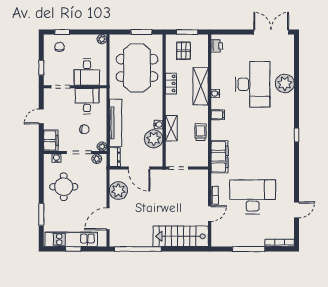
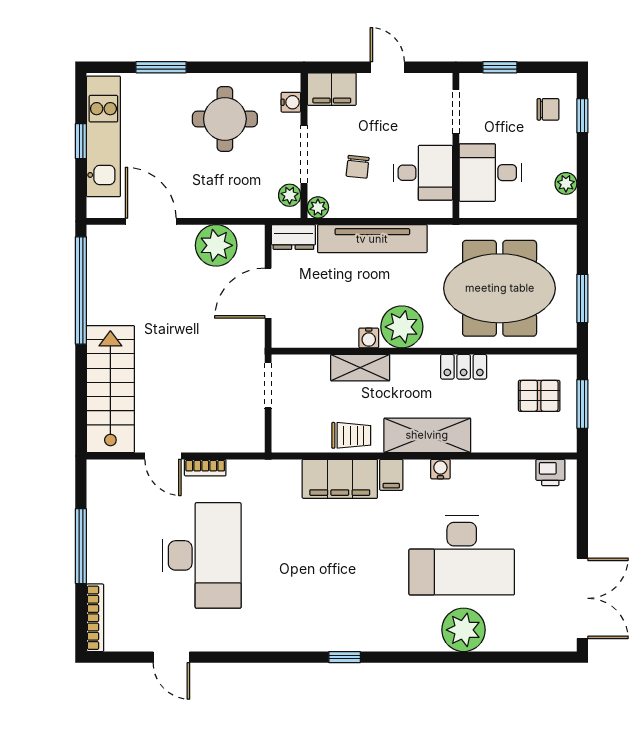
plant: (102, 39) -> (566, 183), moved
shelving: (201, 86) -> (427, 435), moved
plant: (154, 139) -> (402, 327), moved
filing cabinet: (219, 157) -> (340, 479), moved

